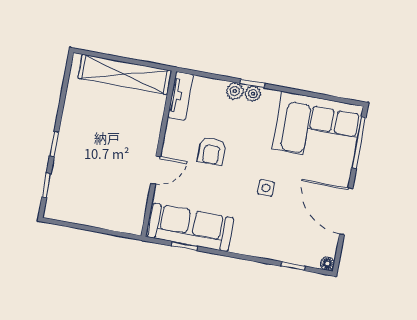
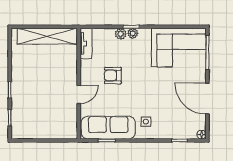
armchair: (212, 151) -> (113, 76), turned 90
side table: (266, 188) -> (146, 122), moved

